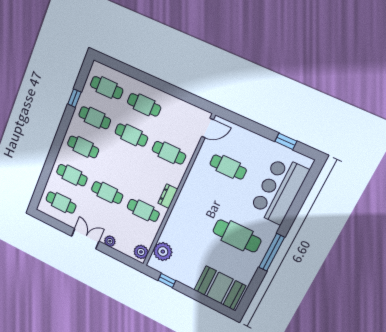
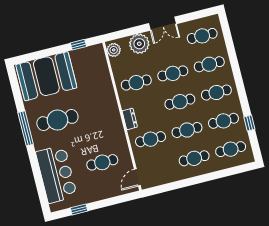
cafe table: (119, 164) -> (180, 102), added
dresser: (168, 196) -> (130, 119), moved
plant: (110, 241) -> (139, 44), width x1.87, depth x1.87
plant: (163, 252) -> (98, 64), removed
booth: (220, 288) -> (46, 76), width x1.36, depth x1.42

